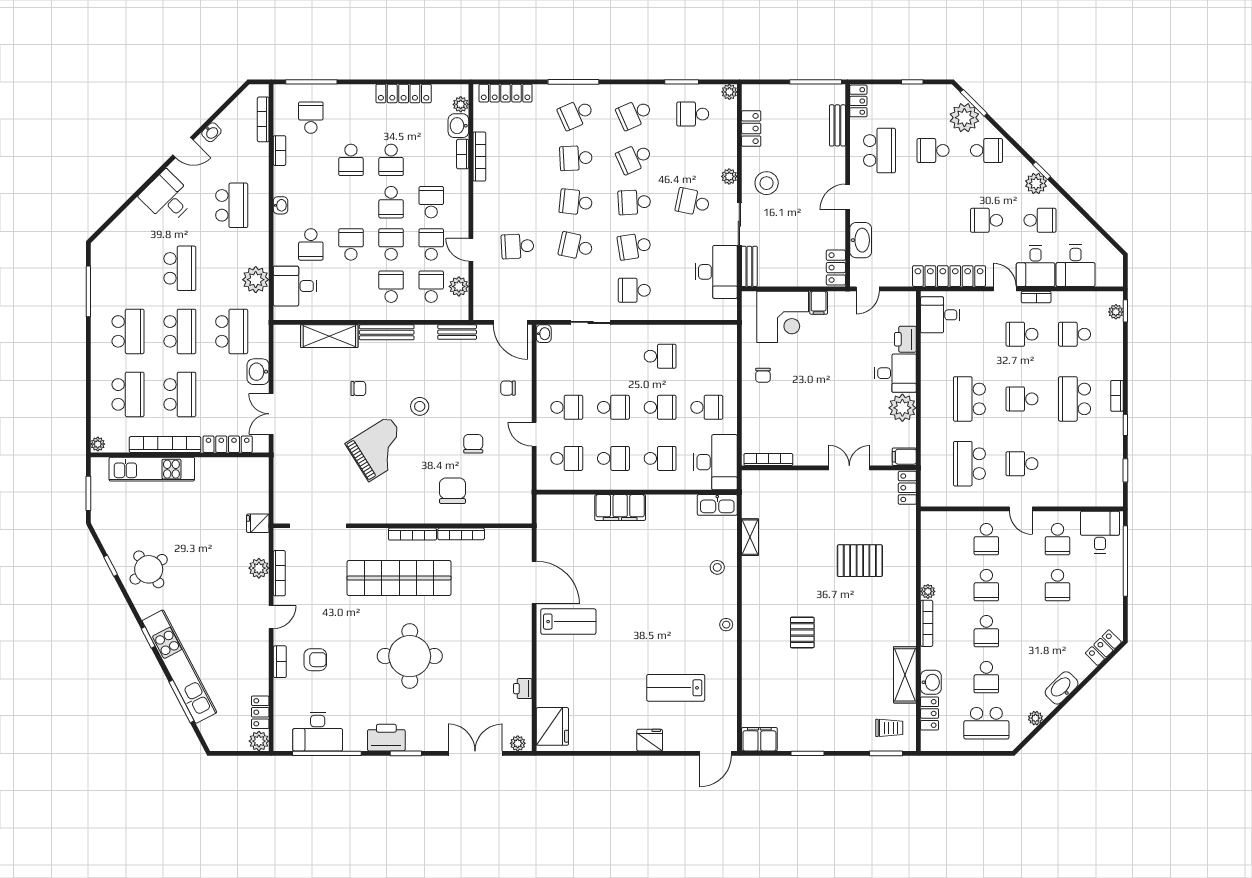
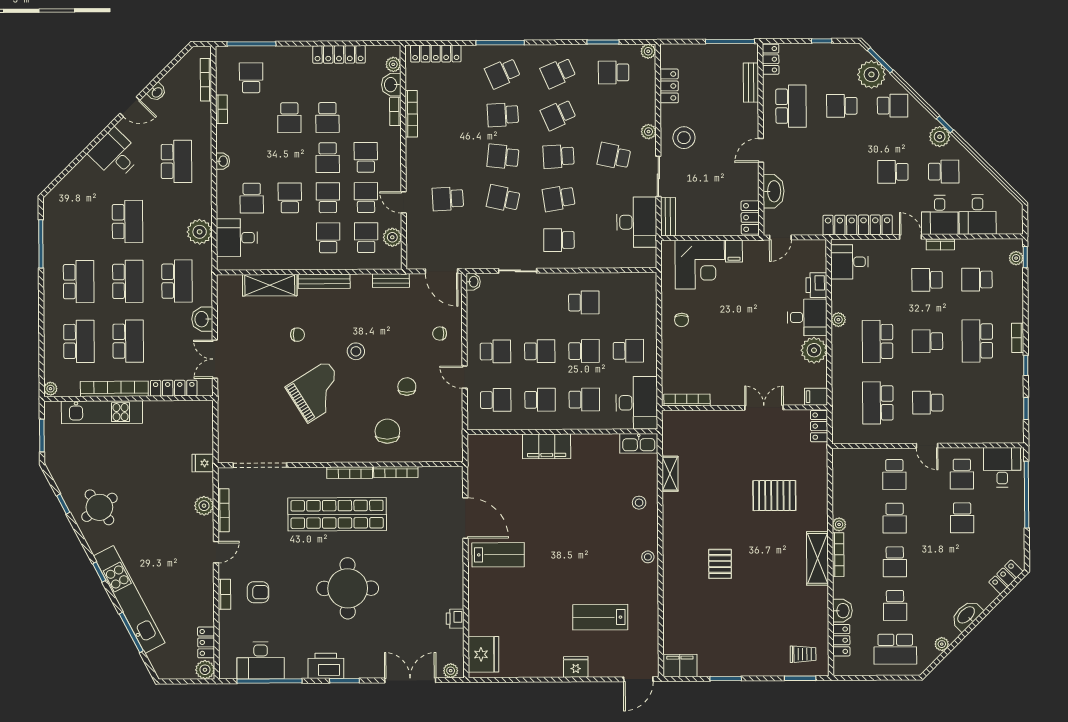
plant: (928, 376) -> (838, 320), added
shelving: (905, 675) -> (817, 558), moved

